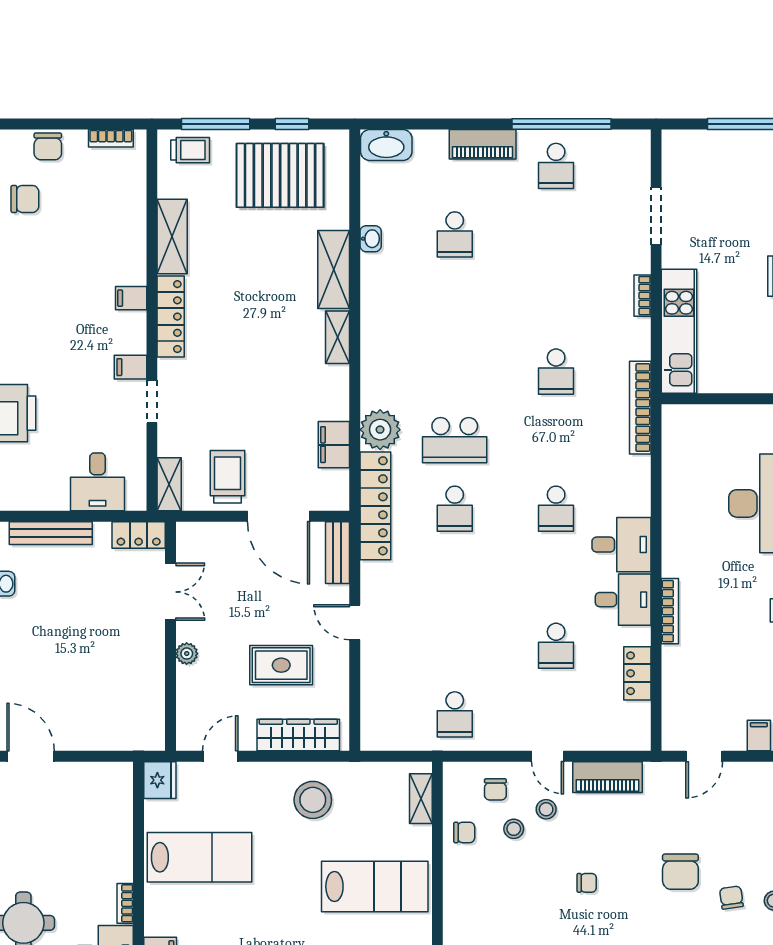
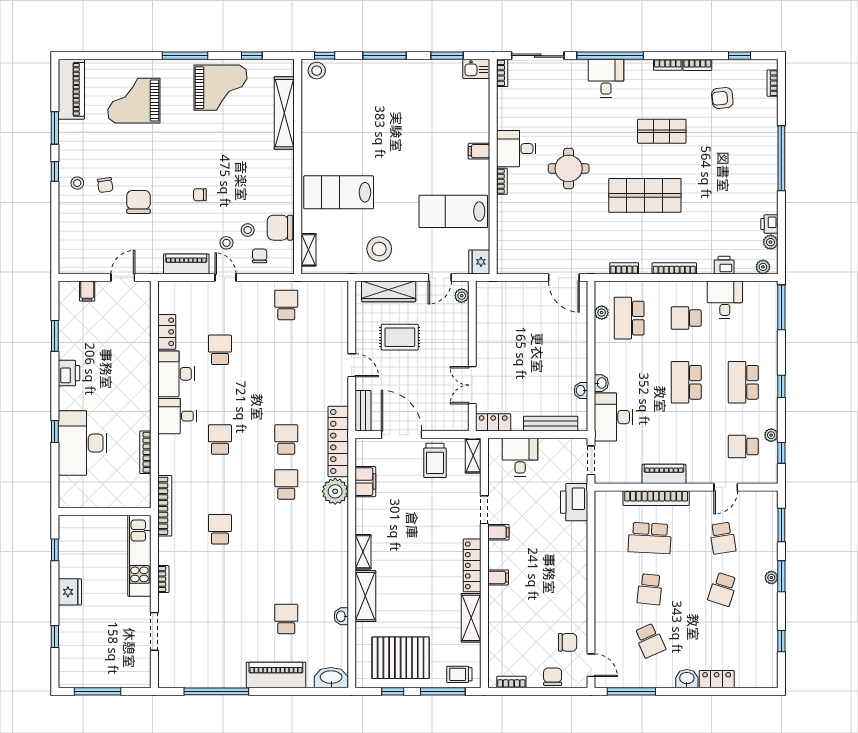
piano: (483, 144) -> (276, 675), width x1.37, depth x1.33
school desk: (556, 166) -> (220, 664), removed
chair: (25, 199) -> (568, 642), turned 180
school desk: (455, 440) -> (286, 484), width x0.54
desk: (623, 600) -> (176, 374), width x1.37
bookcase: (670, 611) -> (145, 452), moved
plant: (187, 654) -> (462, 296), moved
chair: (464, 832) -> (280, 228), width x1.87, depth x1.87

